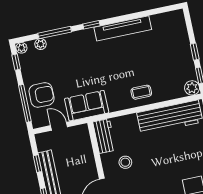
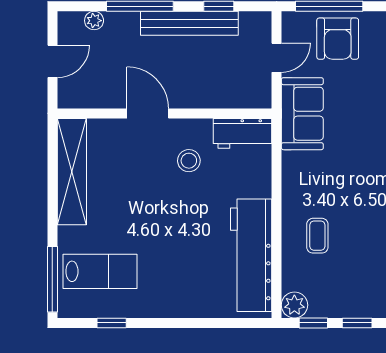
coffee table: (141, 92) -> (317, 236), moved

